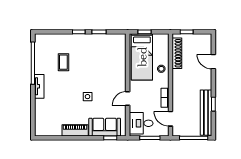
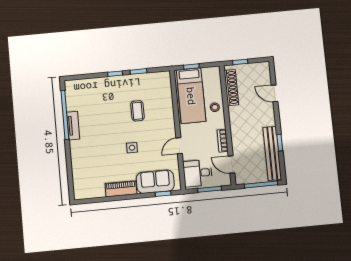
coffee table: (63, 62) -> (137, 111), moved
tv unit: (39, 86) -> (73, 126), moved

